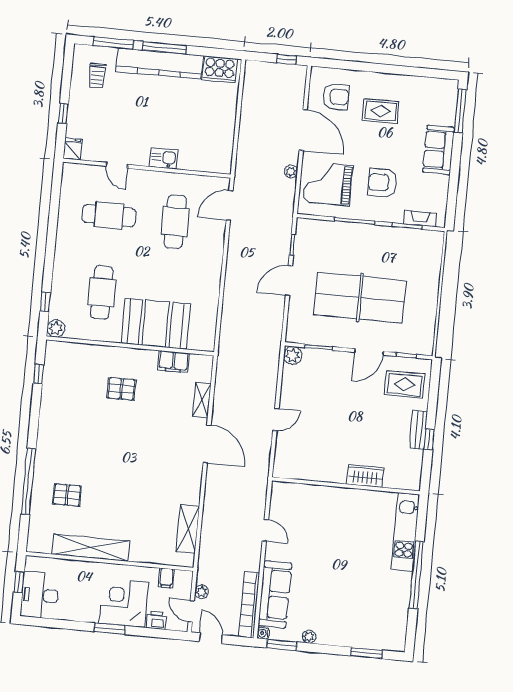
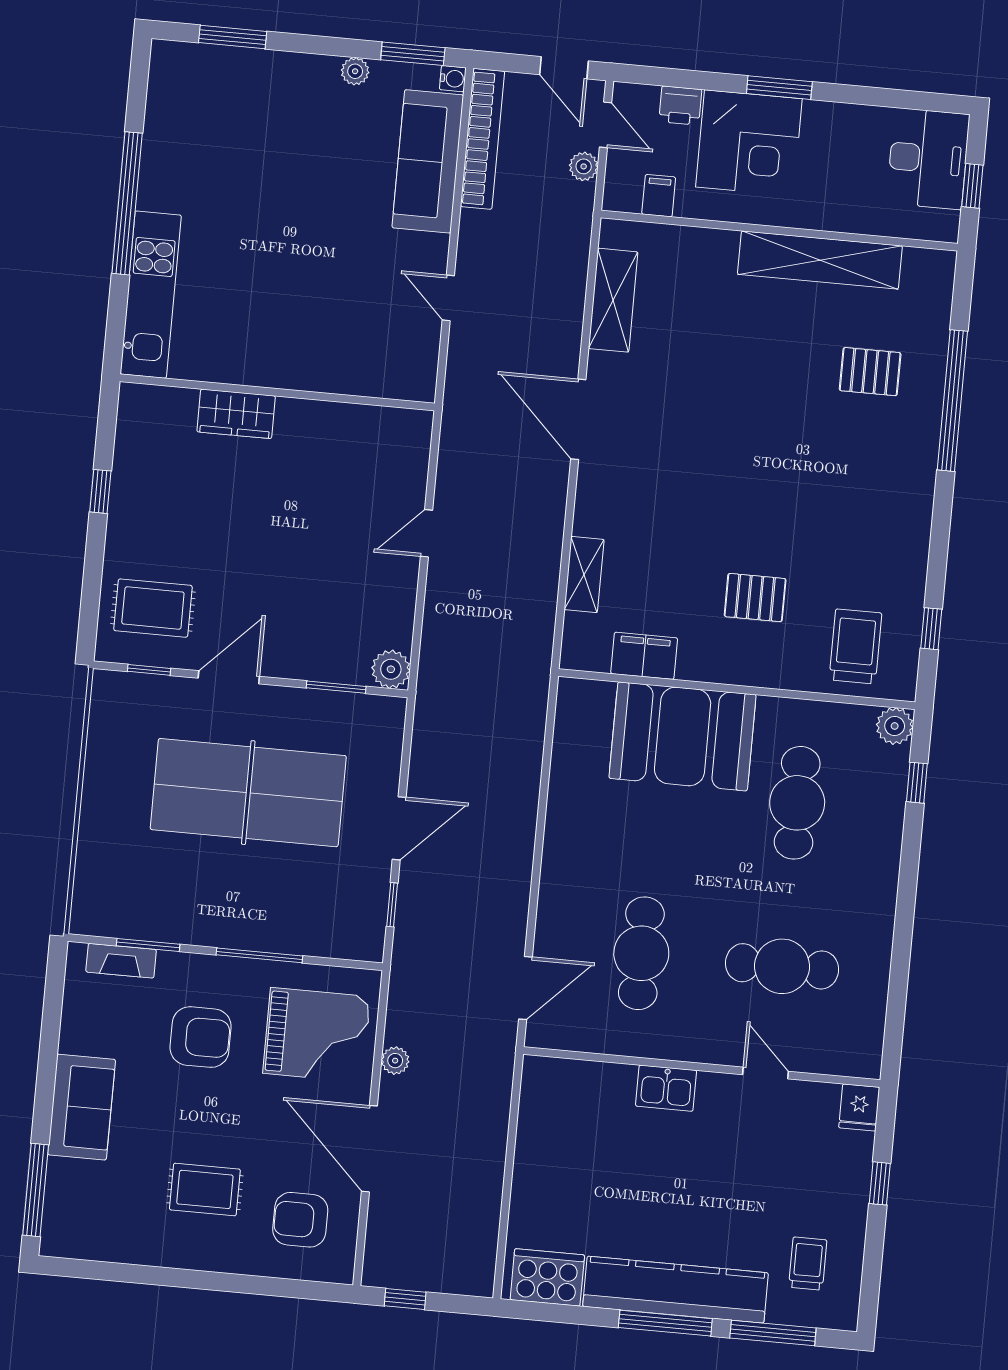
trolley: (74, 366) -> (855, 646), added
bench: (419, 430) -> (123, 511), removed
door: (207, 444) -> (578, 419), moved

